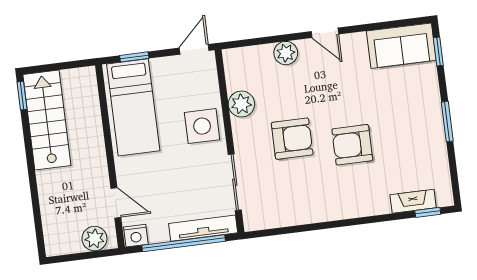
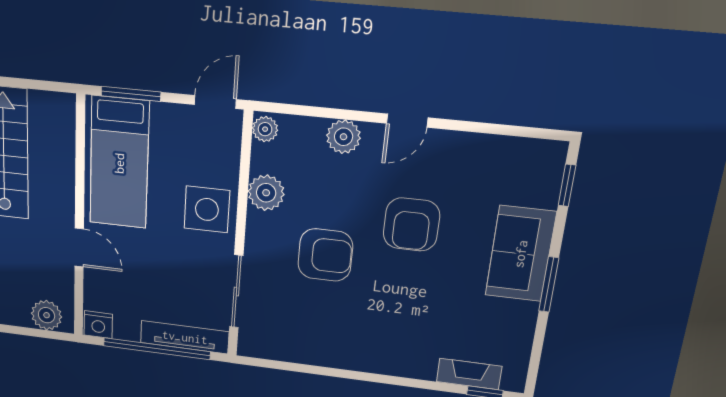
door: (325, 33) -> (407, 121), hinge flipped
sofa: (401, 46) -> (520, 254), moved, turned 90
window: (134, 57) -> (131, 94), width x1.50
plant: (232, 60) -> (265, 129), added
armchair: (352, 145) -> (411, 225), moved, turned -90
door: (116, 203) -> (79, 248), moved

